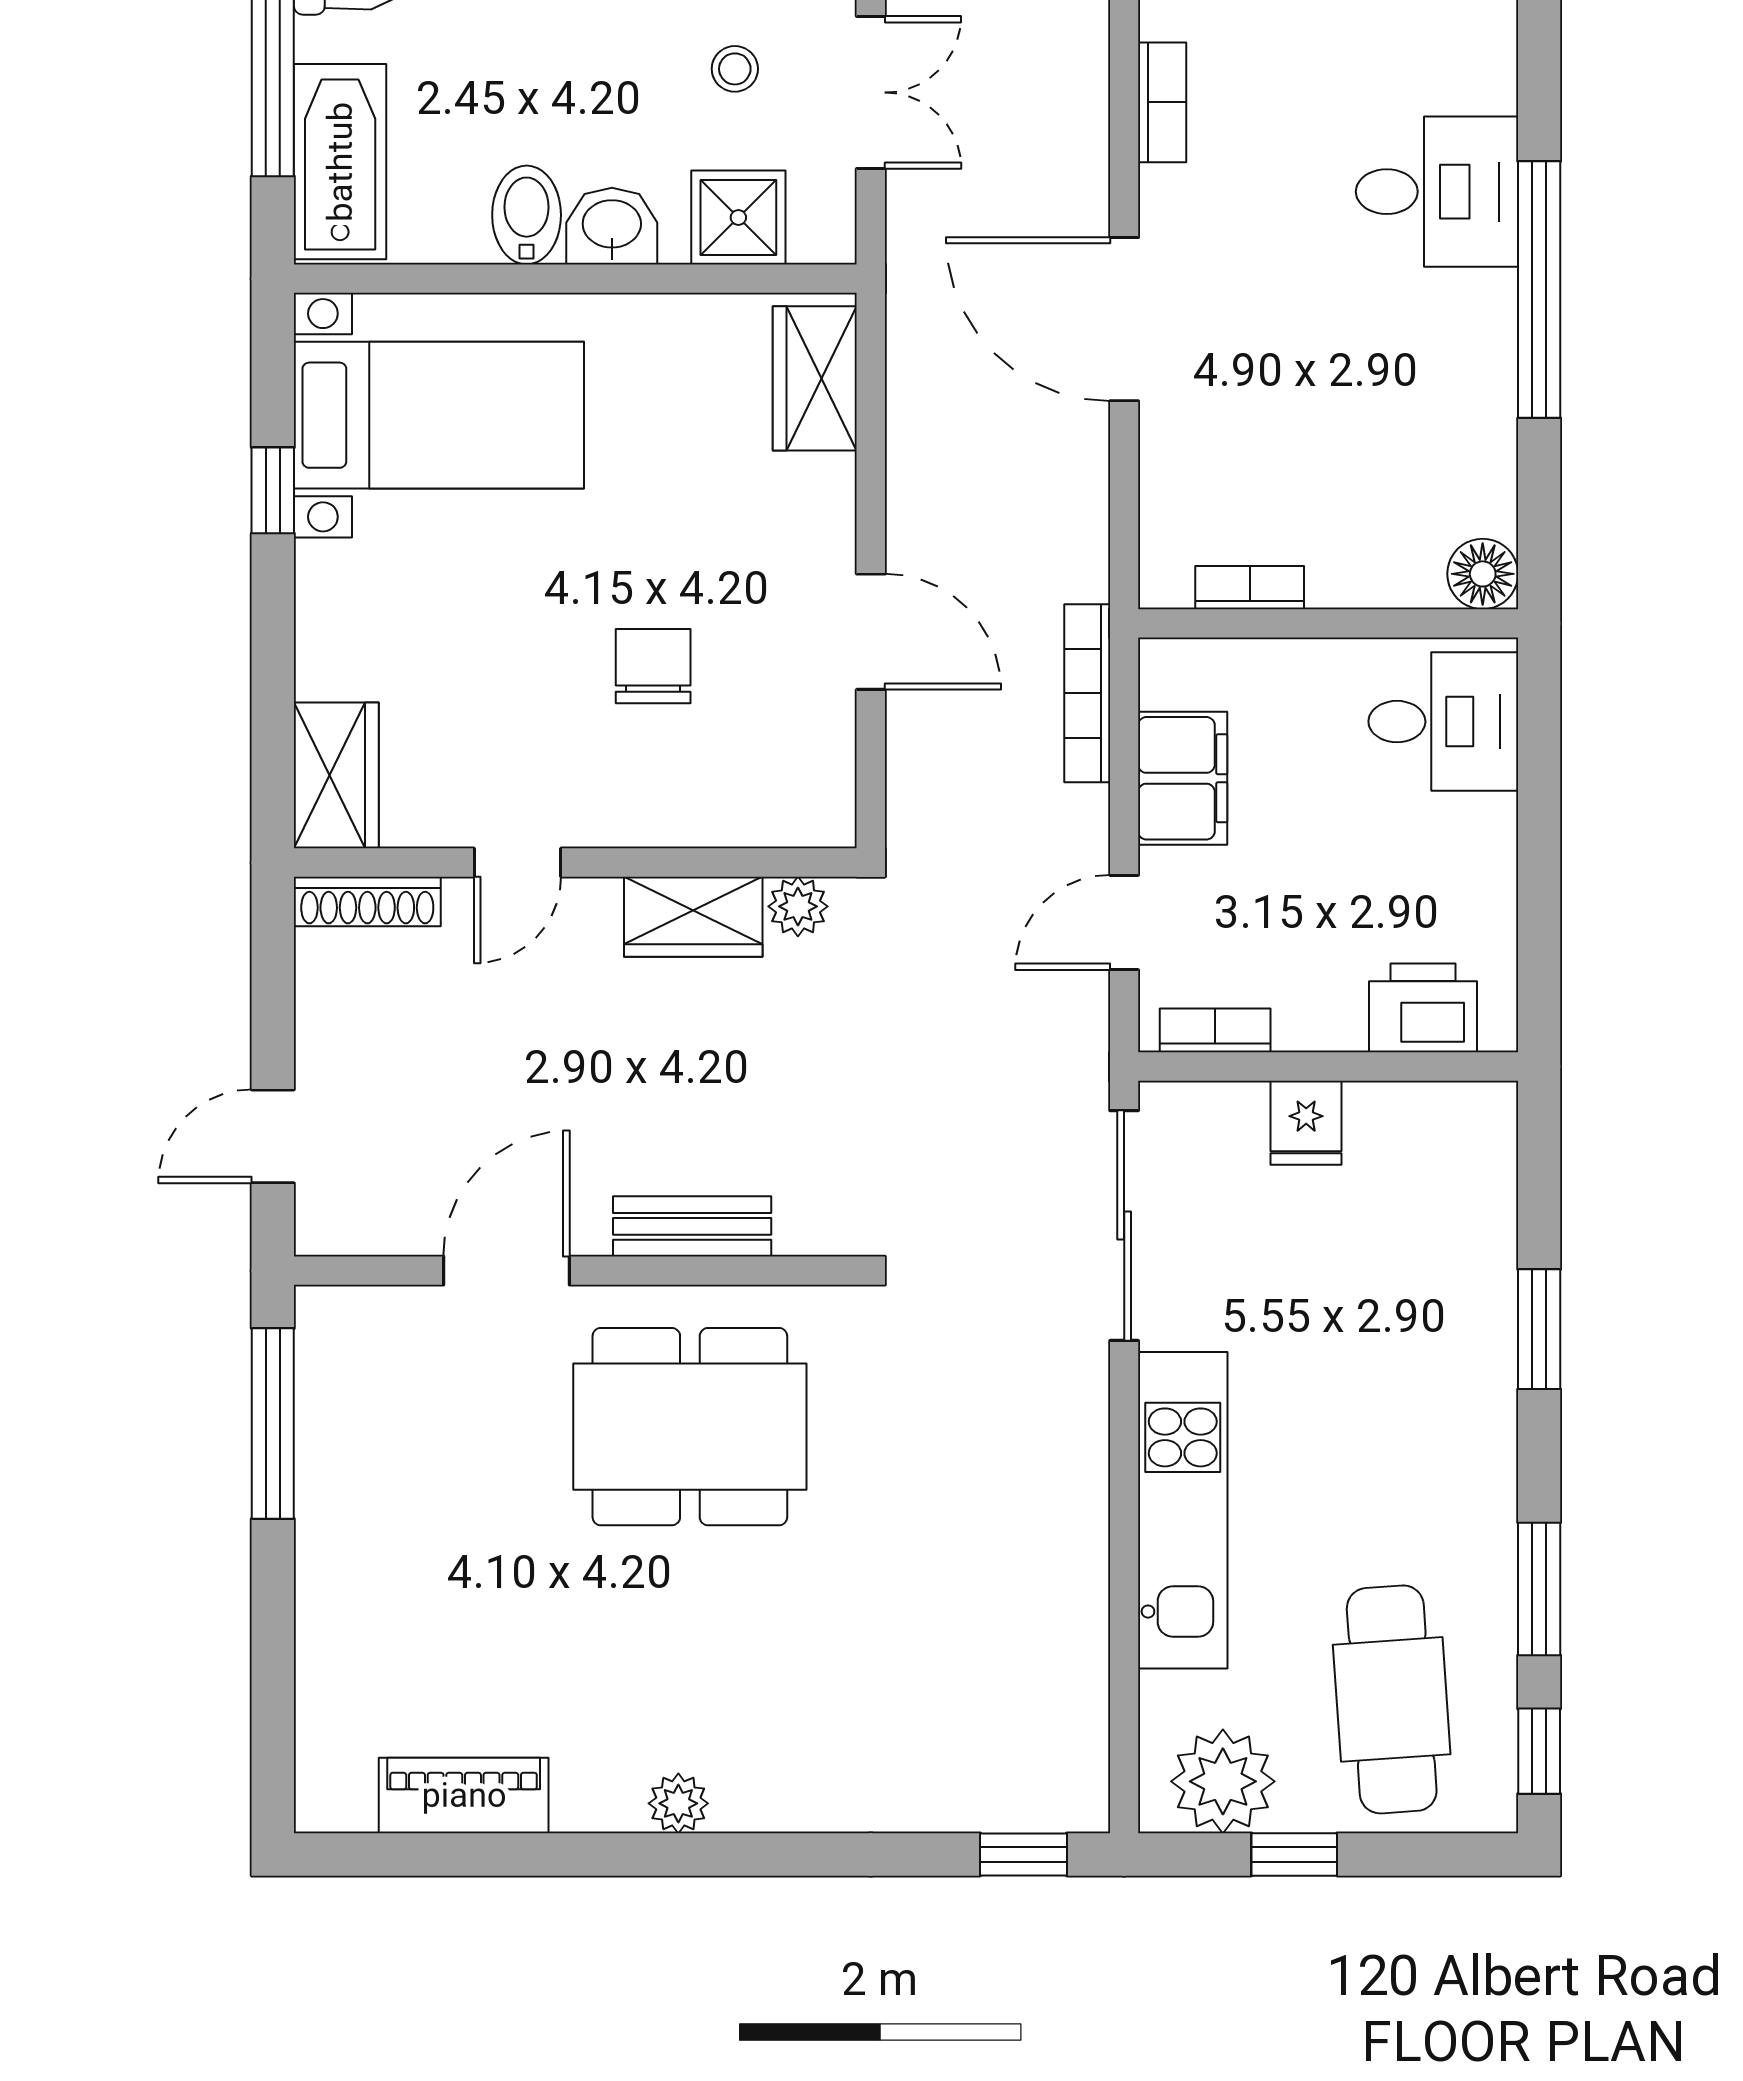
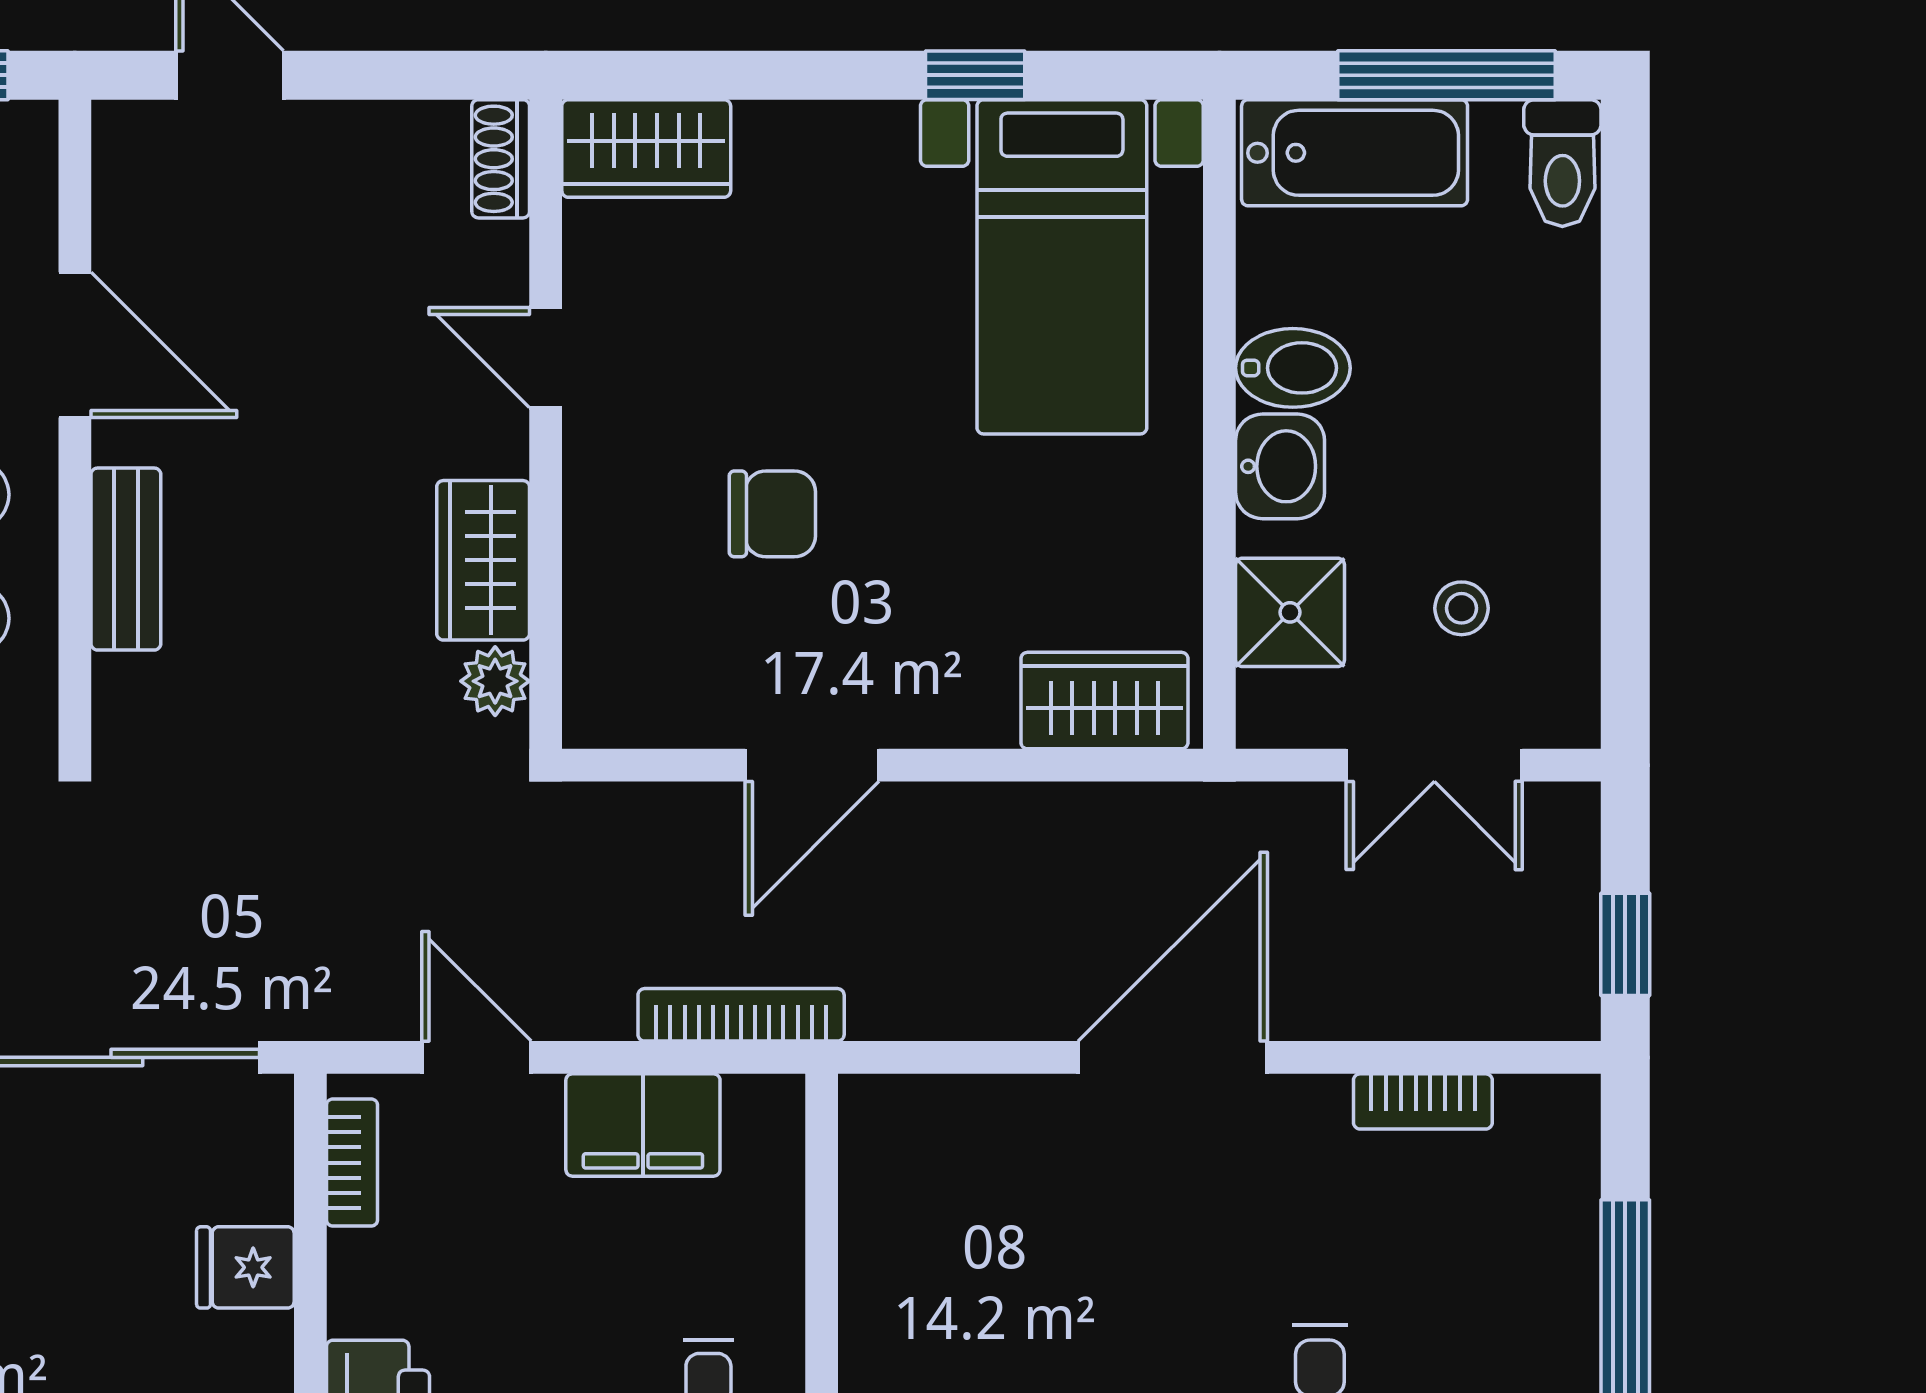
bookcase: (1250, 588) -> (863, 1202), removed
shoe rack: (367, 902) -> (501, 159), width x0.70

